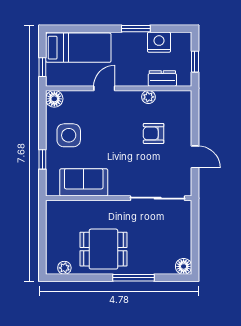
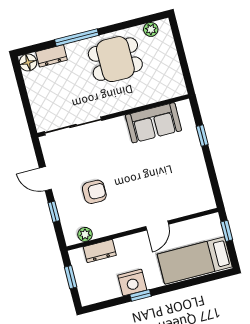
window: (136, 29) -> (140, 295), width x0.67
nightstand: (159, 42) -> (132, 283), moved
plant: (148, 97) -> (85, 234), moved
floor lamp: (54, 99) -> (206, 201), removed
window: (195, 125) -> (54, 212), added
side table: (69, 135) -> (182, 167), removed
dresser: (161, 267) -> (51, 56), added

